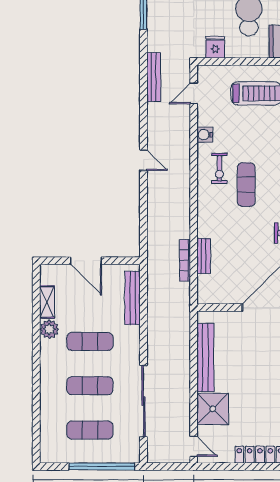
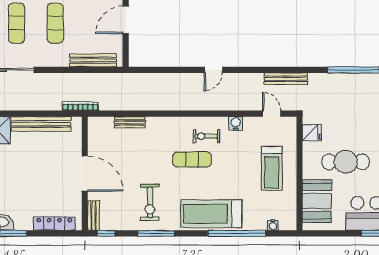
bookcase: (185, 260) -> (80, 106), moved

